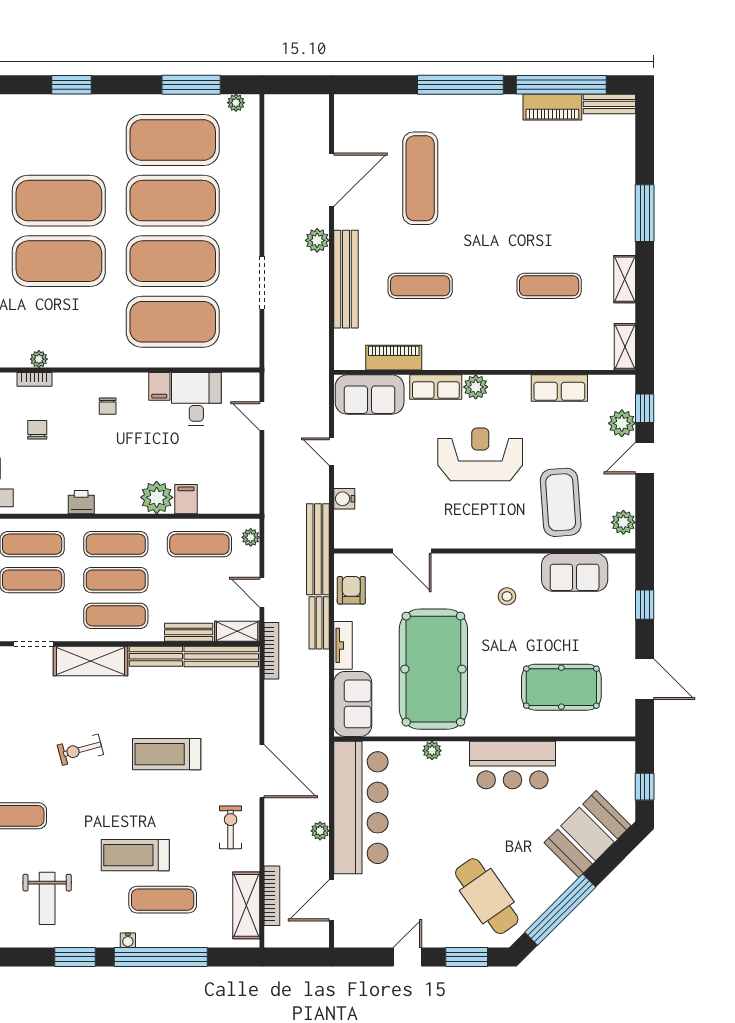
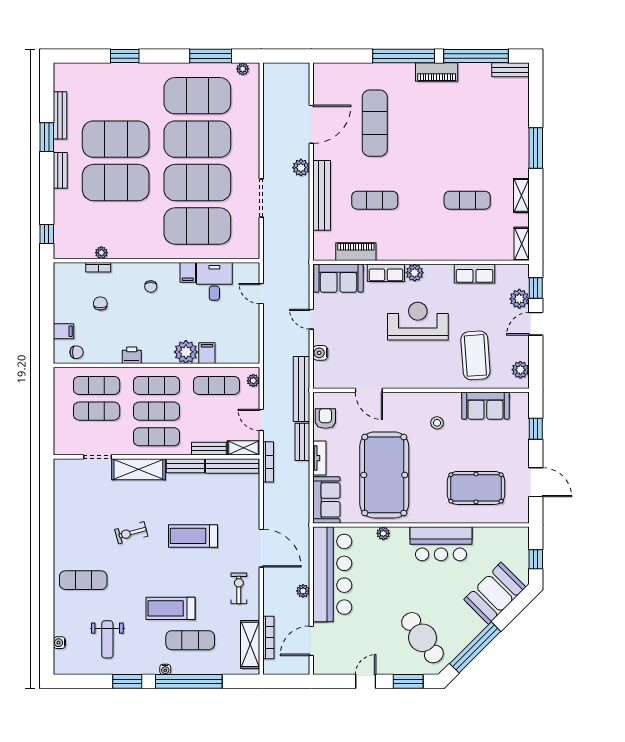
piano: (552, 107) -> (437, 72), moved

